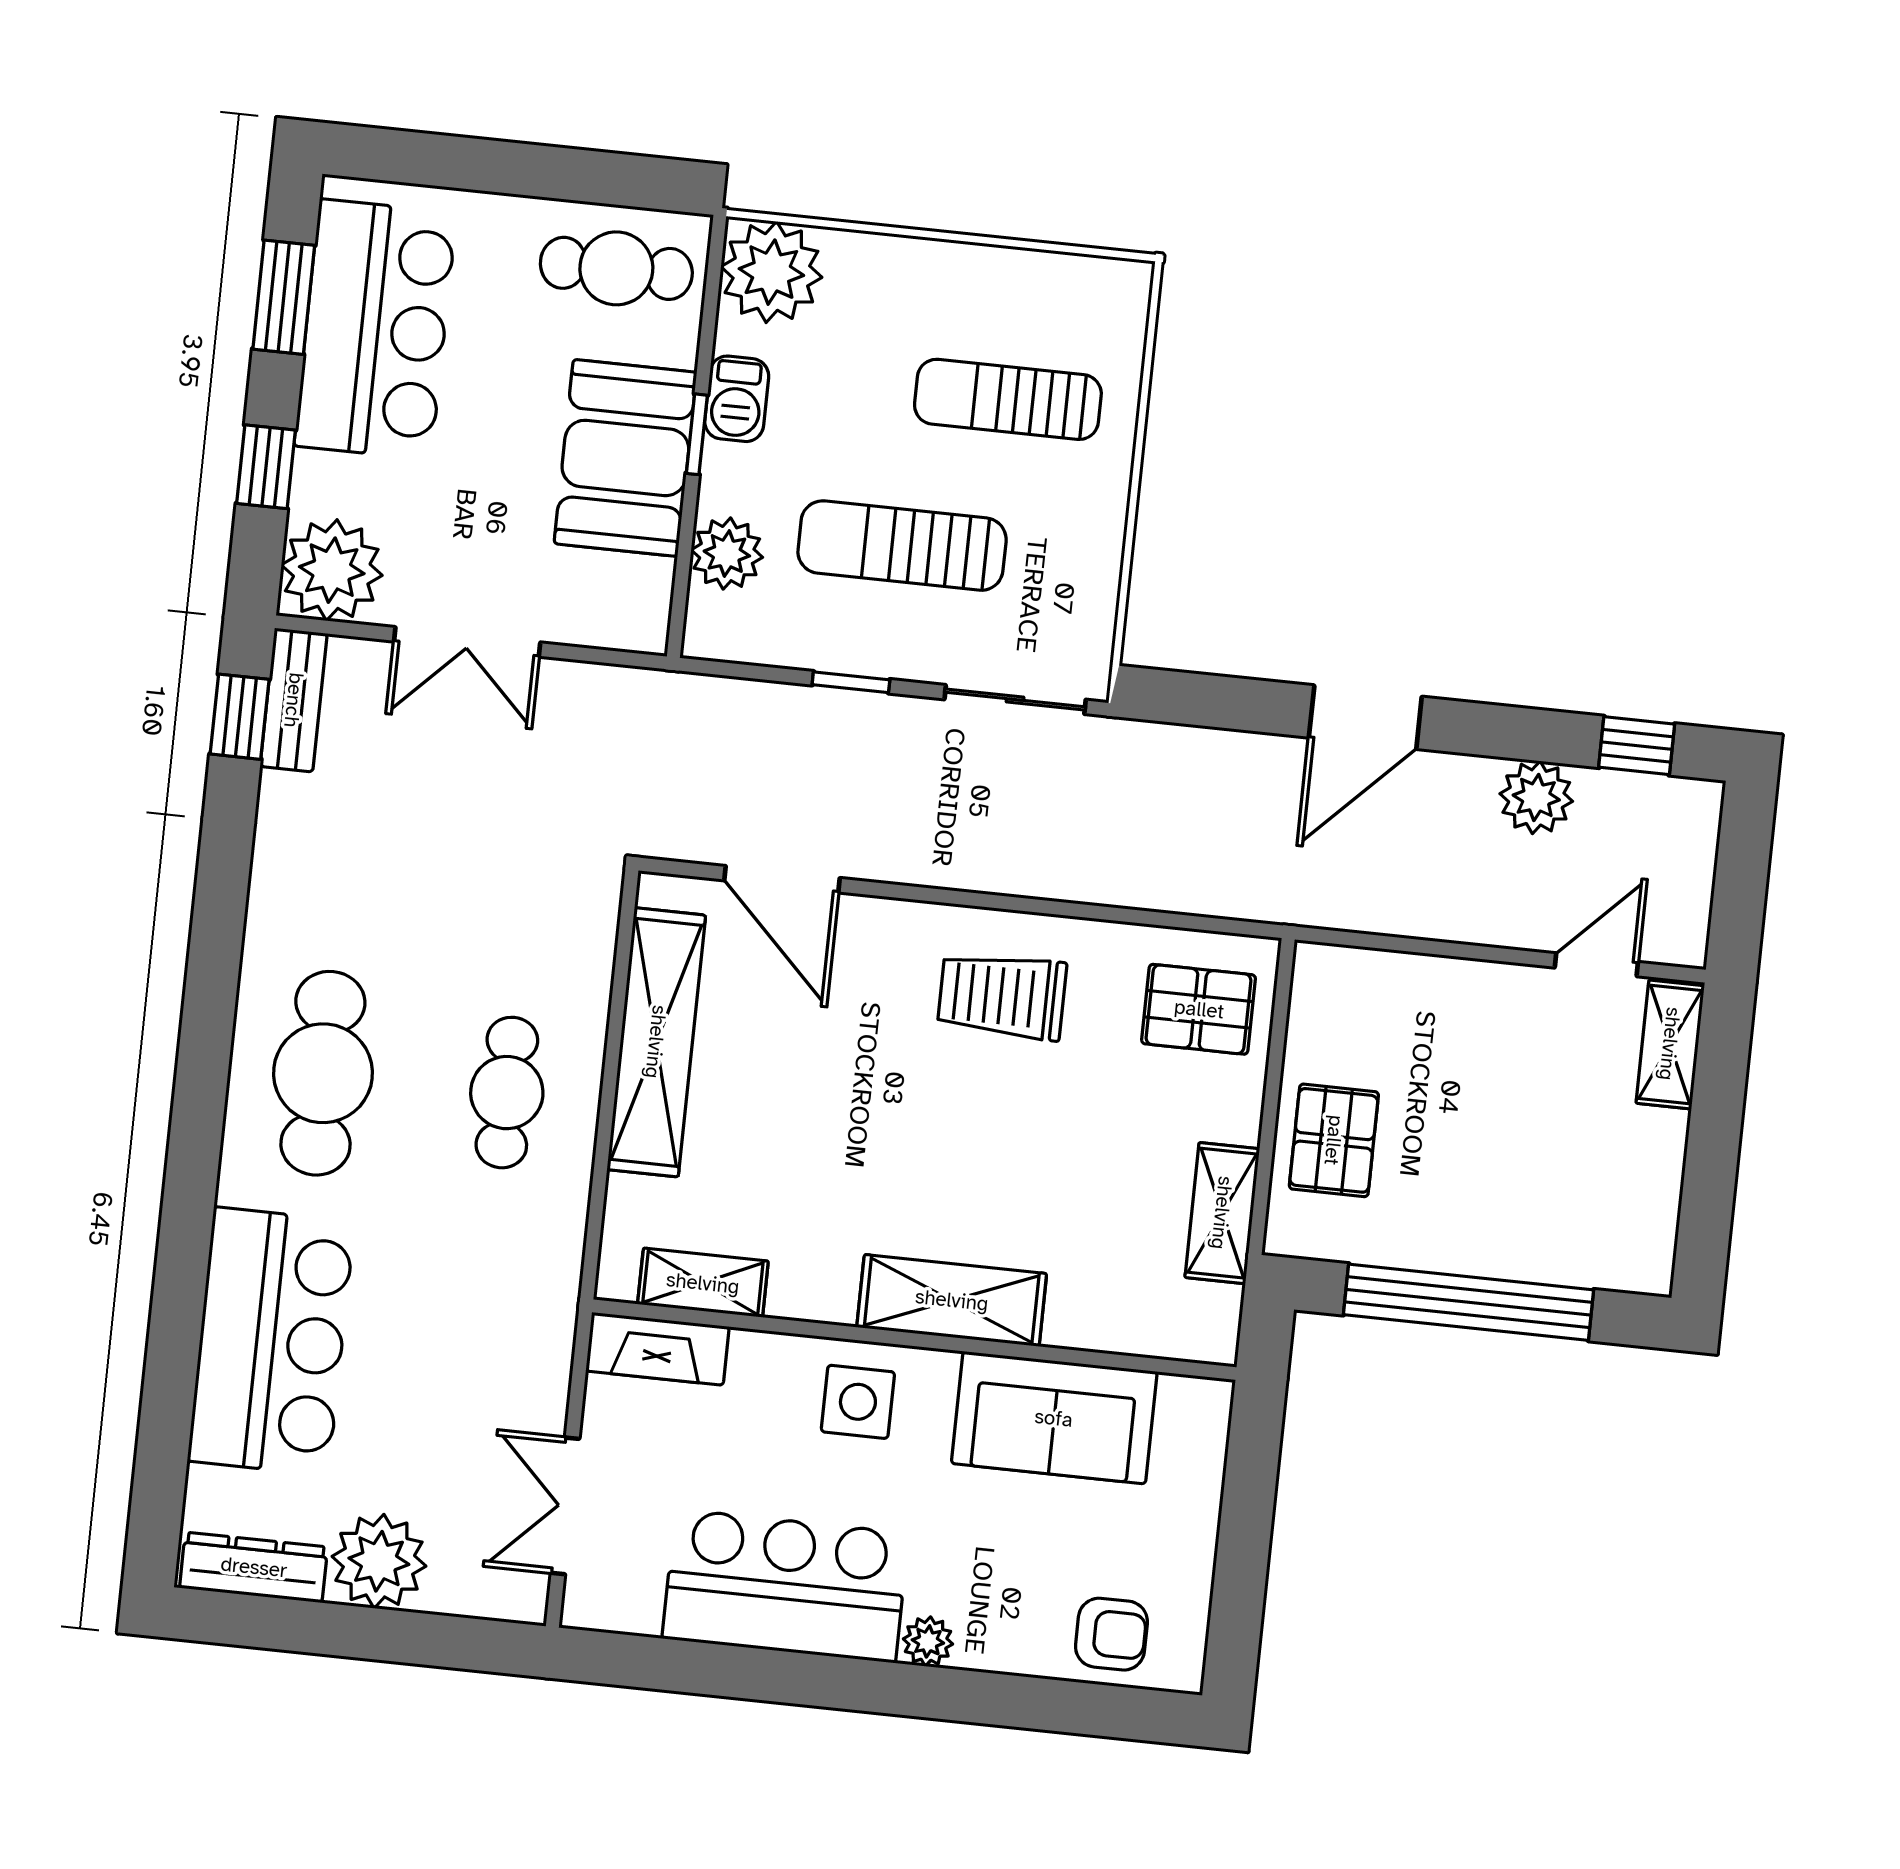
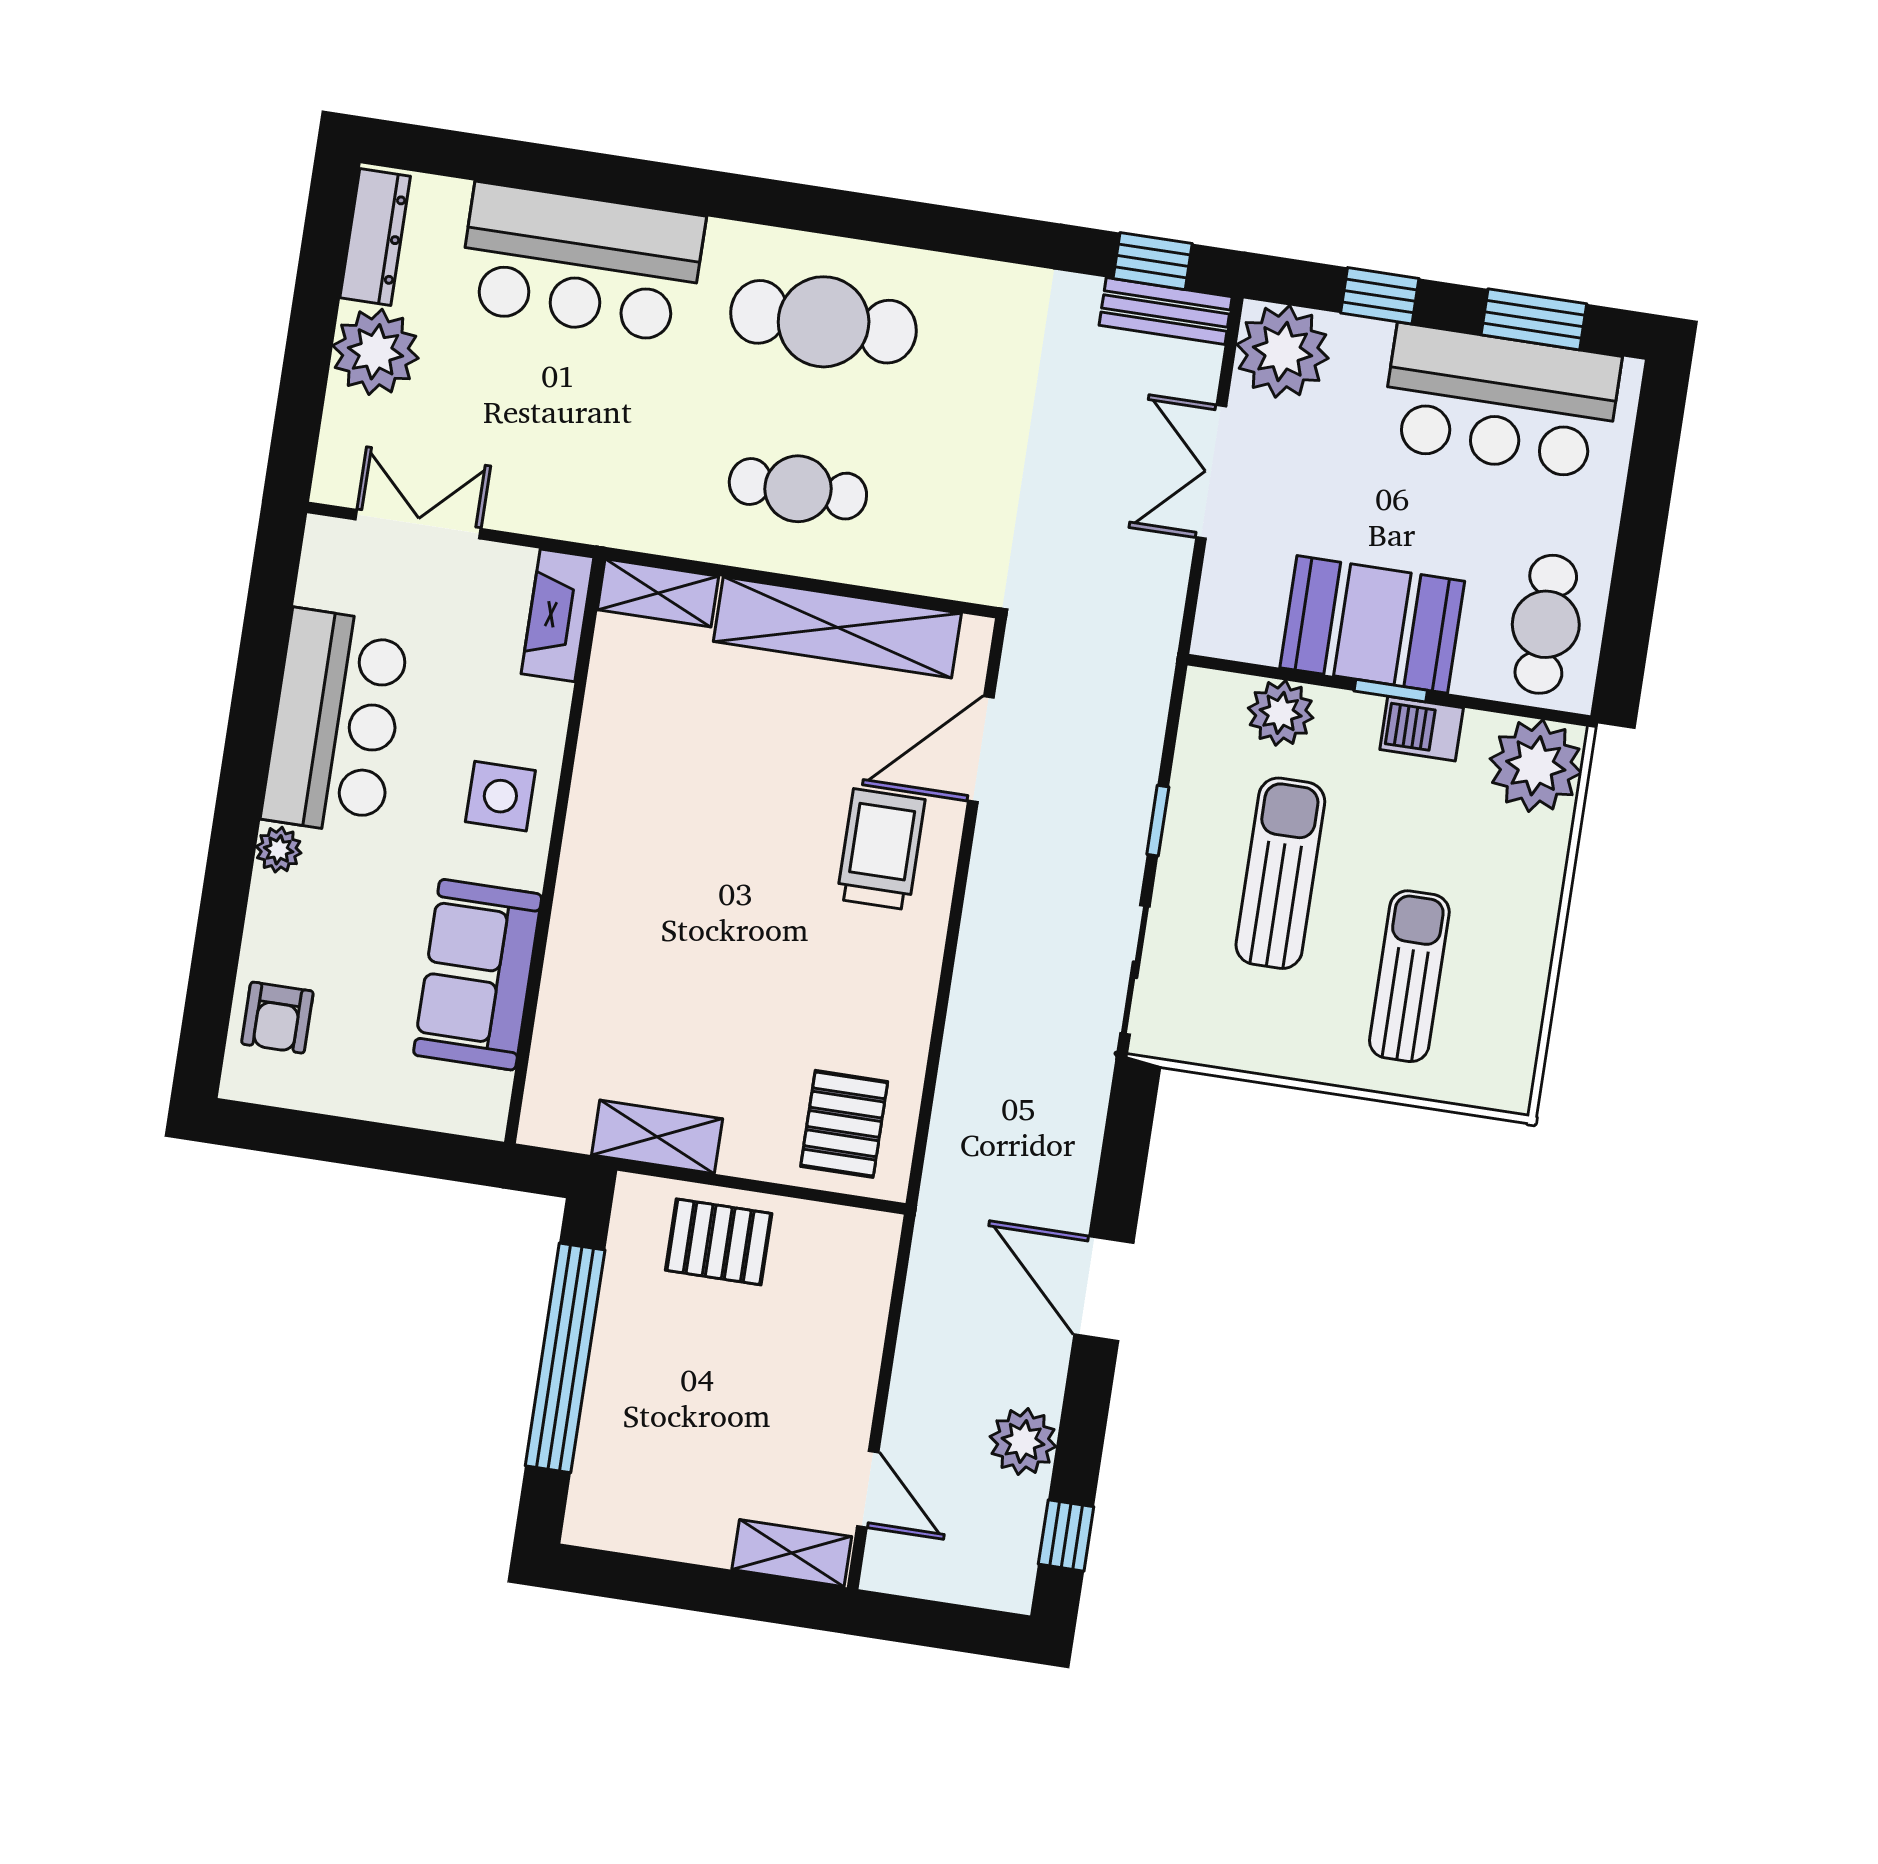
trolley: (1002, 996) -> (881, 849), moved
shelving: (703, 1283) -> (658, 593), moved, turned 90
shelving: (952, 1300) -> (589, 886), removed

